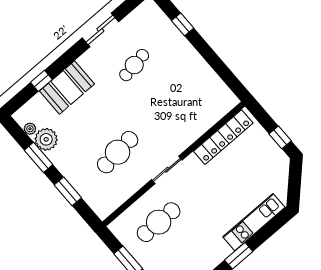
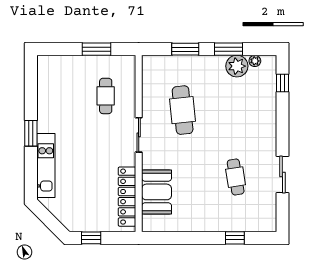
window: (41, 81) -> (282, 83), moved
booth: (67, 87) -> (157, 192), moved
cafe table: (159, 222) -> (106, 96), width x0.73, depth x0.74

